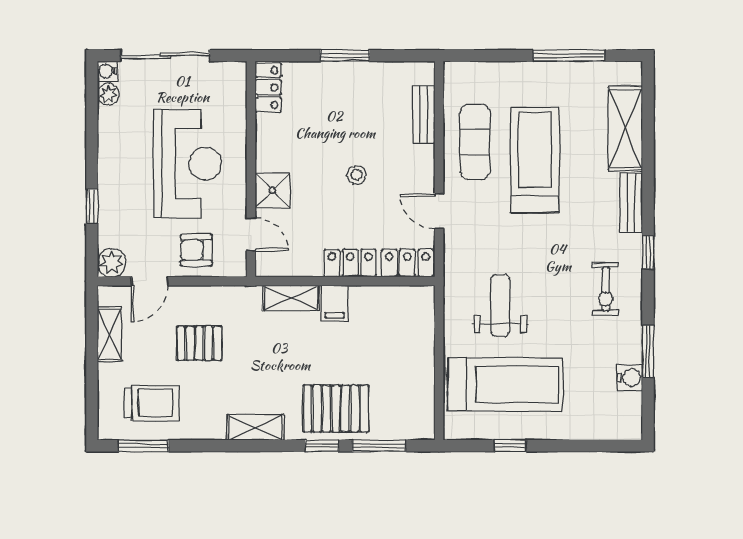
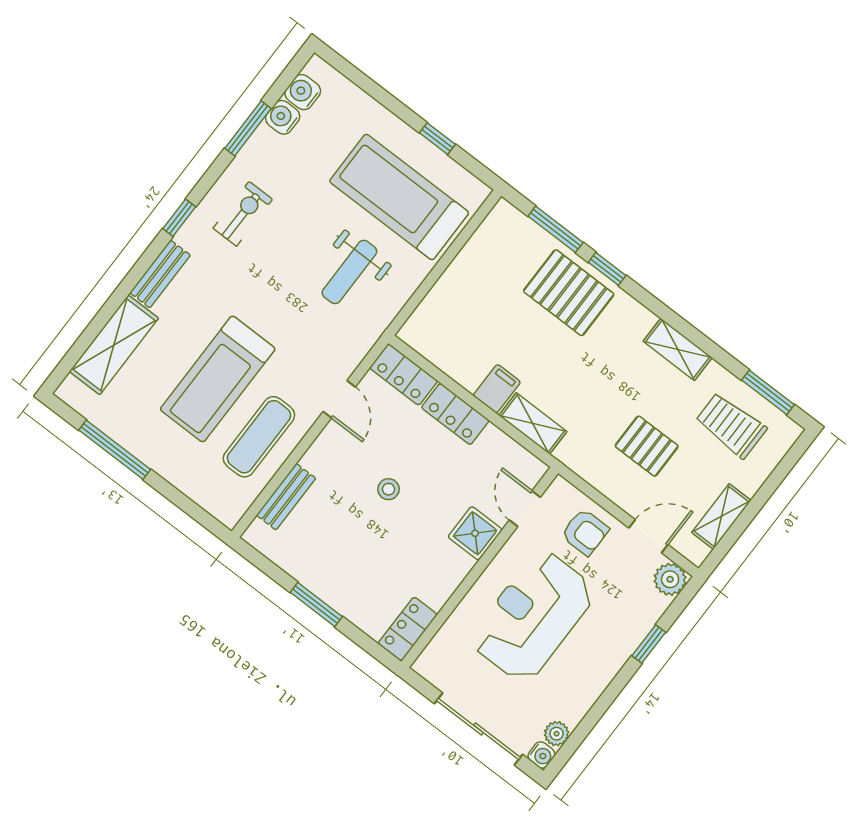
water cooler: (629, 406) -> (303, 92), added
shelving: (255, 427) -> (678, 349), moved

